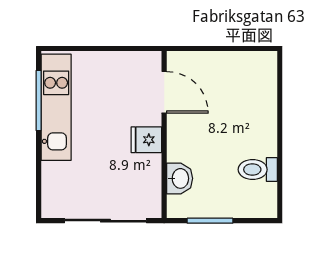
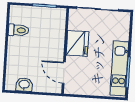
fridge: (146, 140) -> (77, 43), width x1.88, depth x1.34
washbasin: (180, 178) -> (24, 85), moved, turned 90

